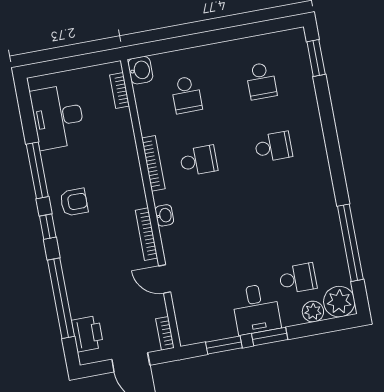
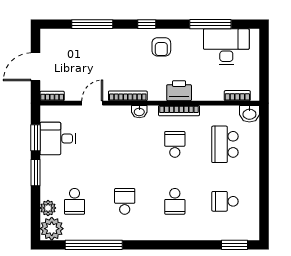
school desk: (186, 95) -> (225, 144), width x1.85
school desk: (199, 161) -> (175, 144), turned 180
window: (37, 170) -> (210, 24), moved
school desk: (286, 213) -> (125, 201), added
window: (61, 298) -> (92, 24), width x0.68
desk: (256, 309) -> (58, 139), moved
printer: (88, 334) -> (179, 91), moved, turned 180

